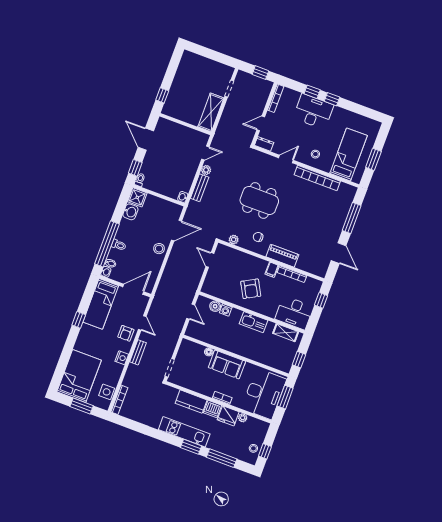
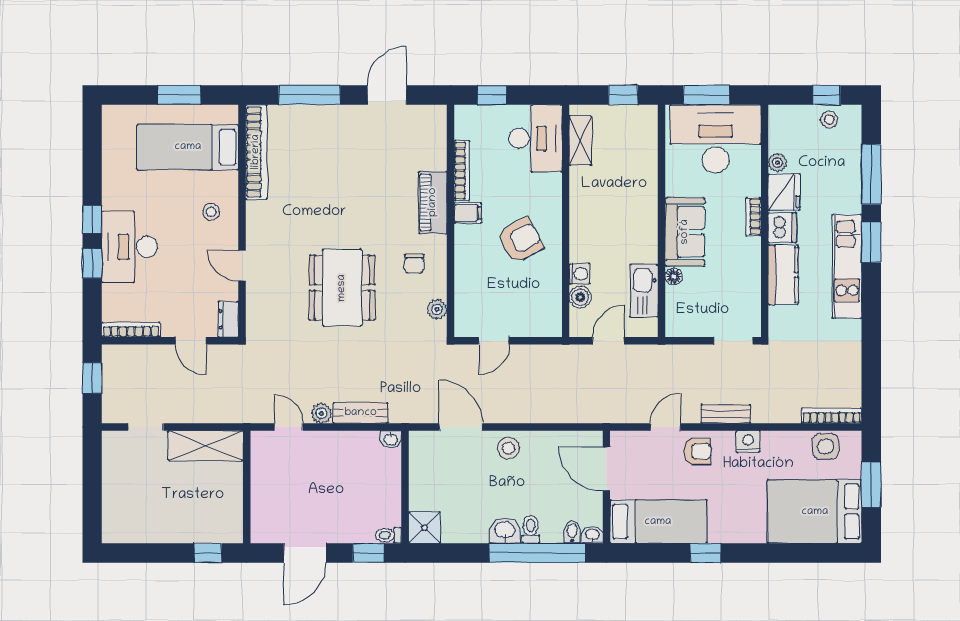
bookcase: (317, 178) -> (256, 152), moved
washbasin: (130, 212) -> (505, 530), moved
kitchen sink: (253, 322) -> (644, 291), moved, turned 180

